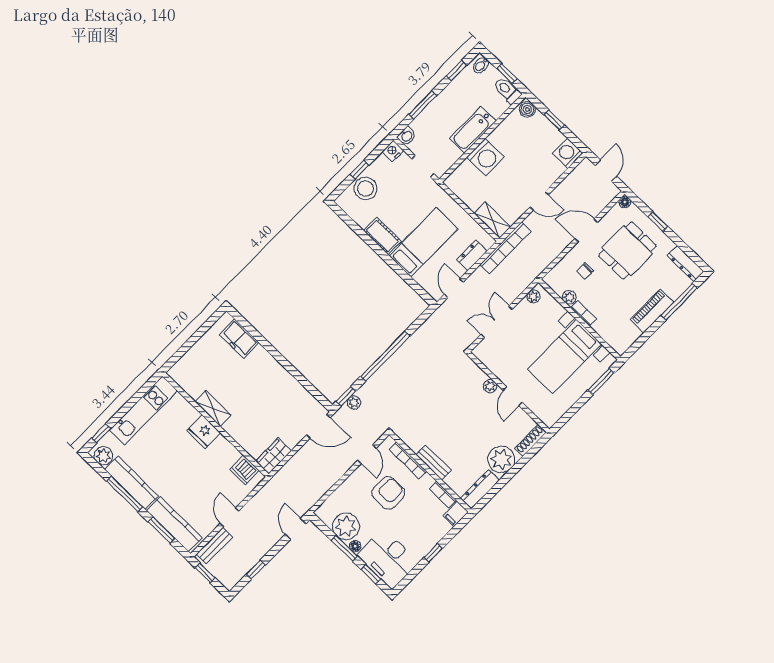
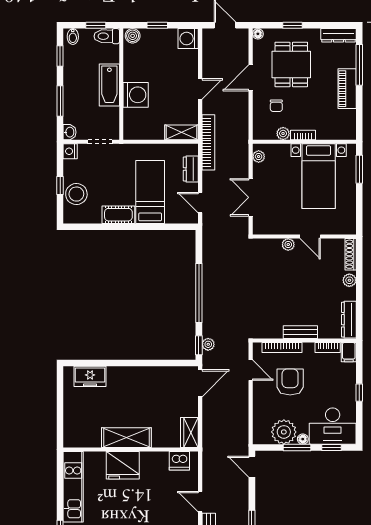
shelving: (213, 408) -> (126, 438), width x1.50, depth x1.33
fridge: (204, 432) -> (123, 465), width x1.36, depth x1.34
plant: (501, 460) -> (349, 280), width x0.53, depth x0.53

